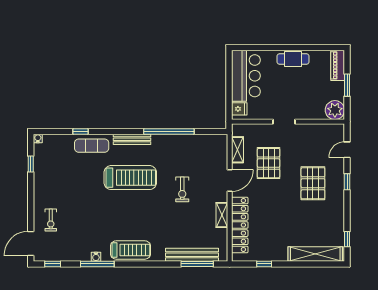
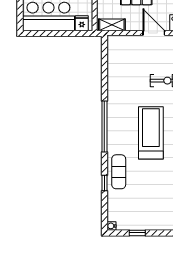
window: (169, 131) -> (104, 127), moved
bench: (132, 139) -> (112, 131), removed
shelving: (238, 150) -> (112, 25), moved

